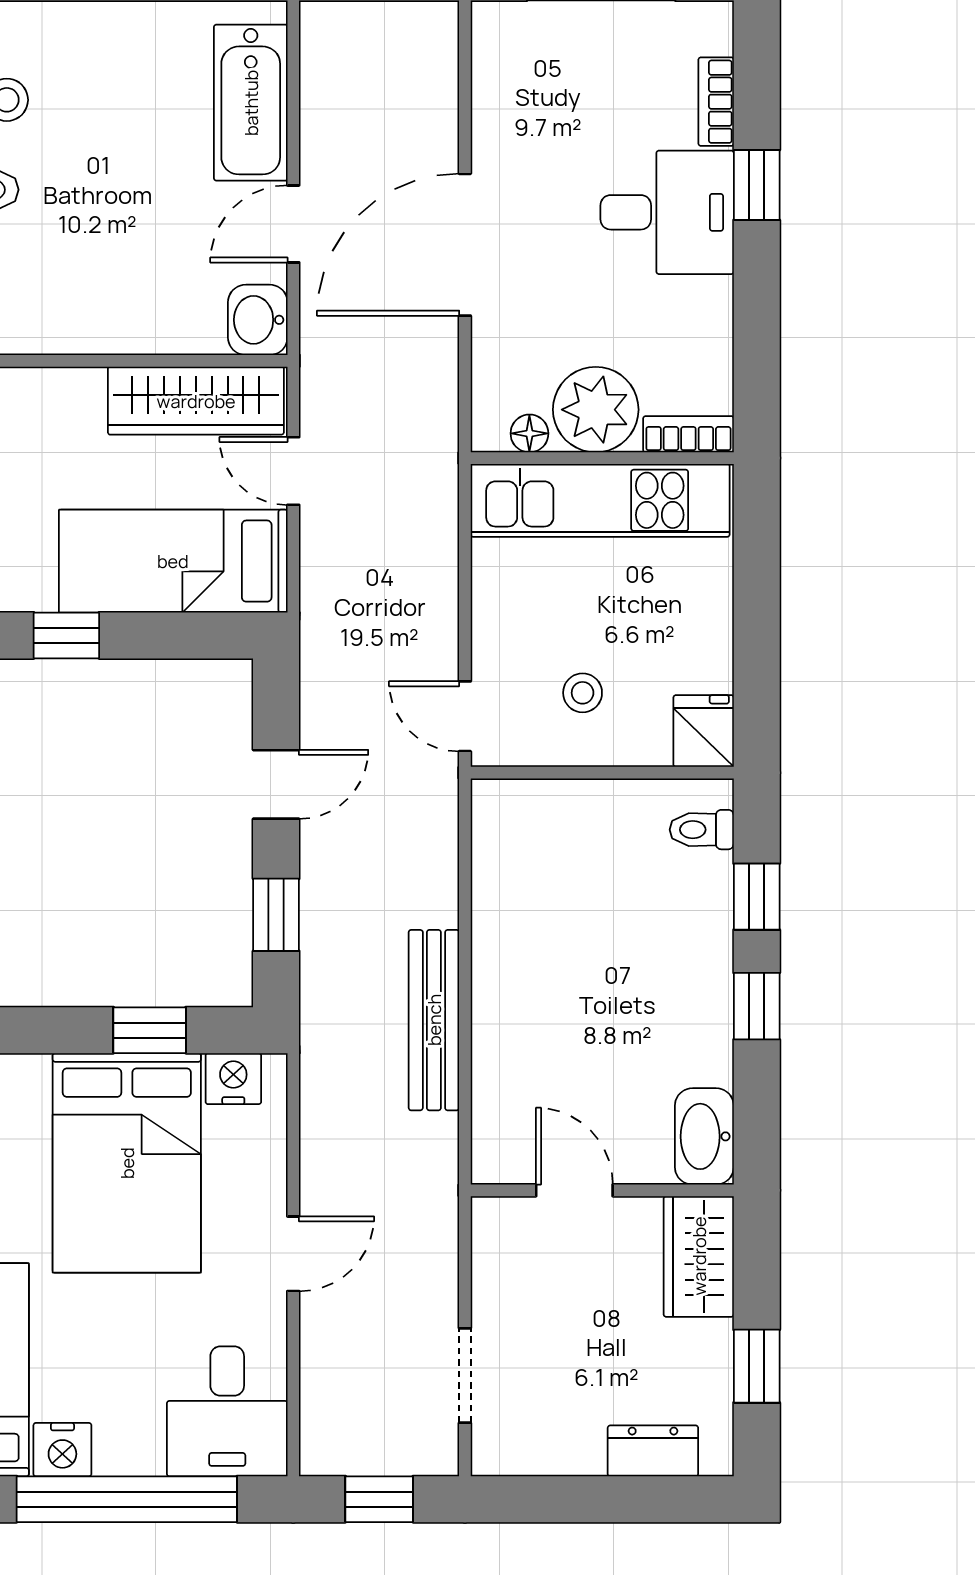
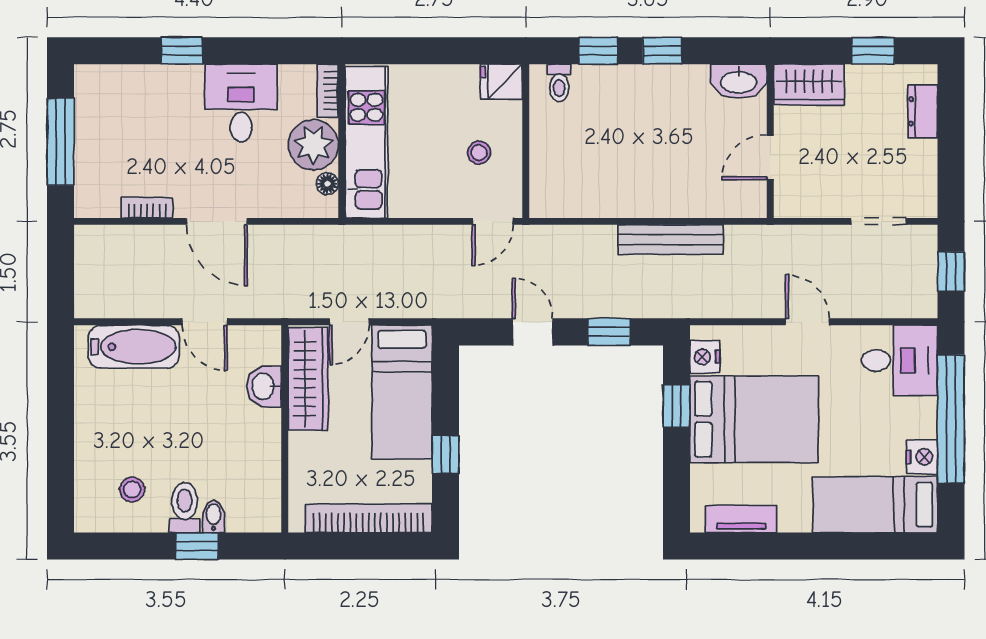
bookcase: (716, 102) -> (147, 208), moved, turned 180
desk: (667, 212) -> (241, 103), moved
door: (465, 245) -> (217, 221), width x0.73
washbasin: (258, 320) -> (264, 386), moved, turned 90

